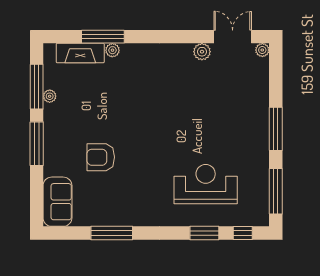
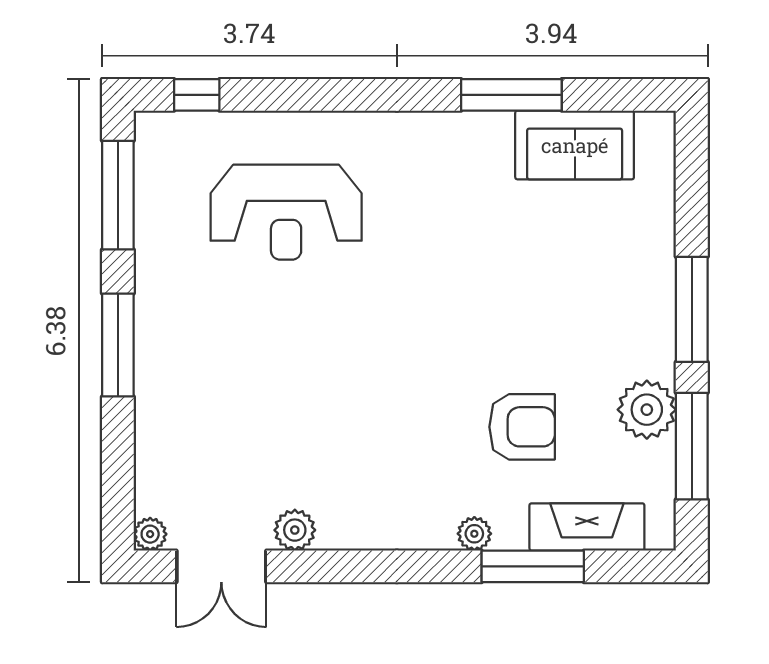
plant: (112, 50) -> (474, 534), moved
plant: (50, 96) -> (647, 410), width x1.88, depth x1.88
armchair: (101, 157) -> (522, 427), moved
sofa: (57, 202) -> (575, 145), moved, turned -90
window: (204, 233) -> (289, 95), removed

